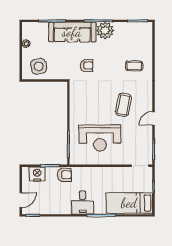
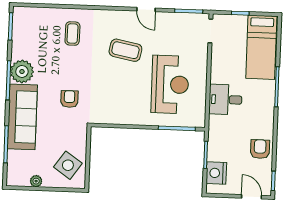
side table: (39, 66) -> (68, 165), turned 45
armchair: (65, 175) -> (260, 149), moved
desk: (83, 203) -> (225, 100), moved, turned 180

